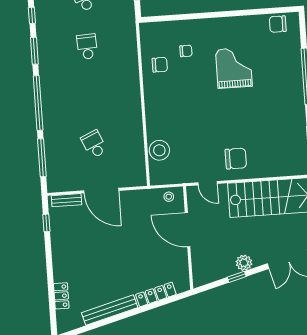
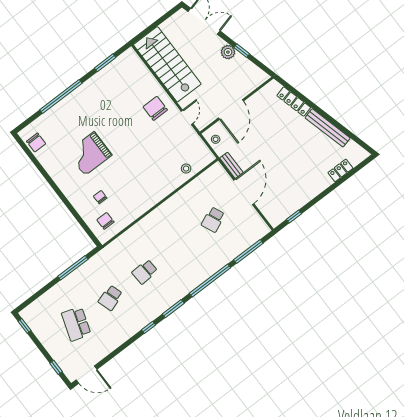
chair: (160, 65) -> (105, 221), moved
stool: (159, 150) -> (186, 169), width x0.53, depth x0.53
bench: (67, 200) -> (231, 165), moved

